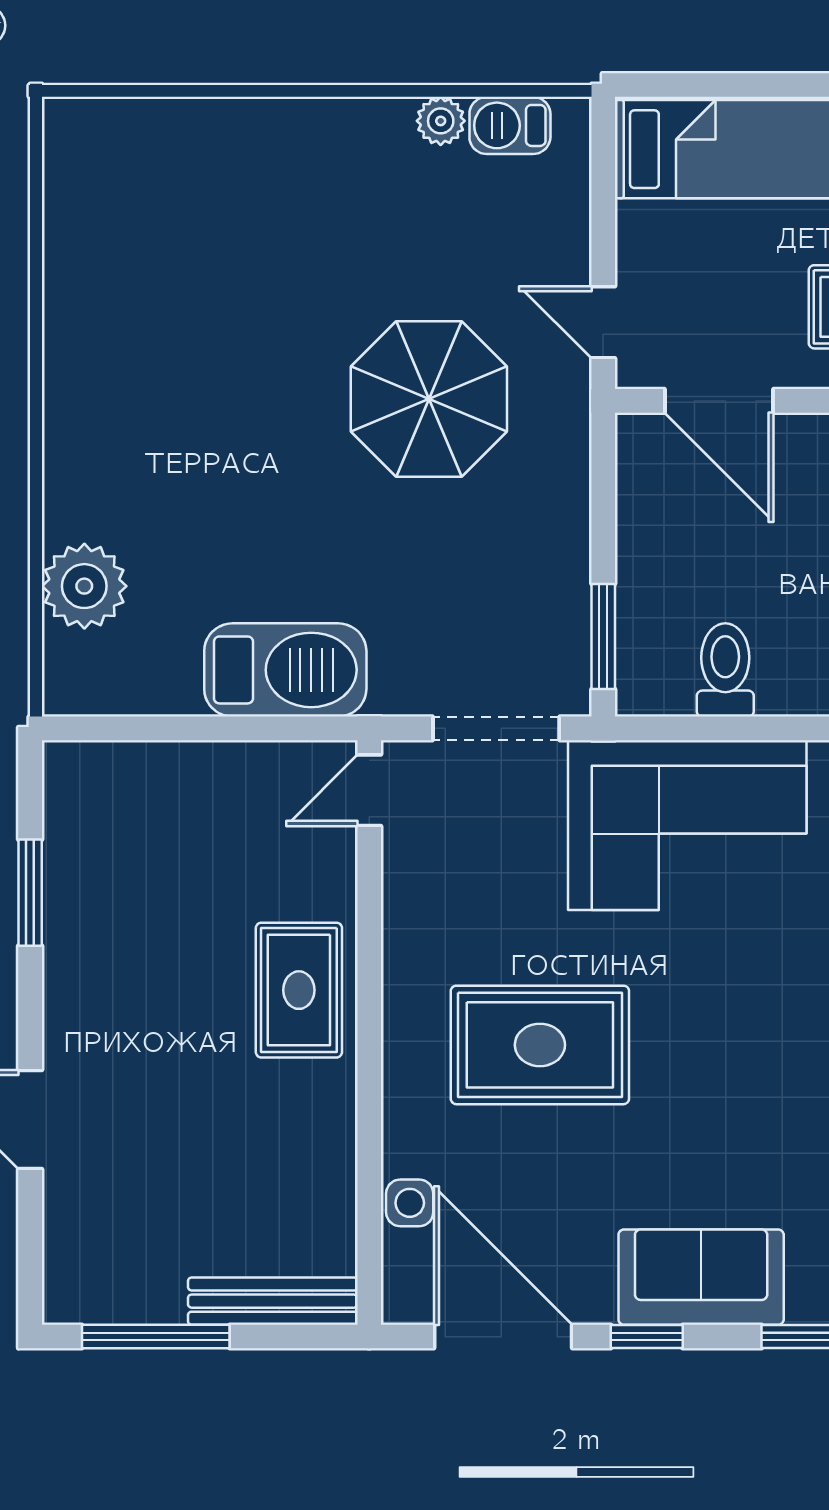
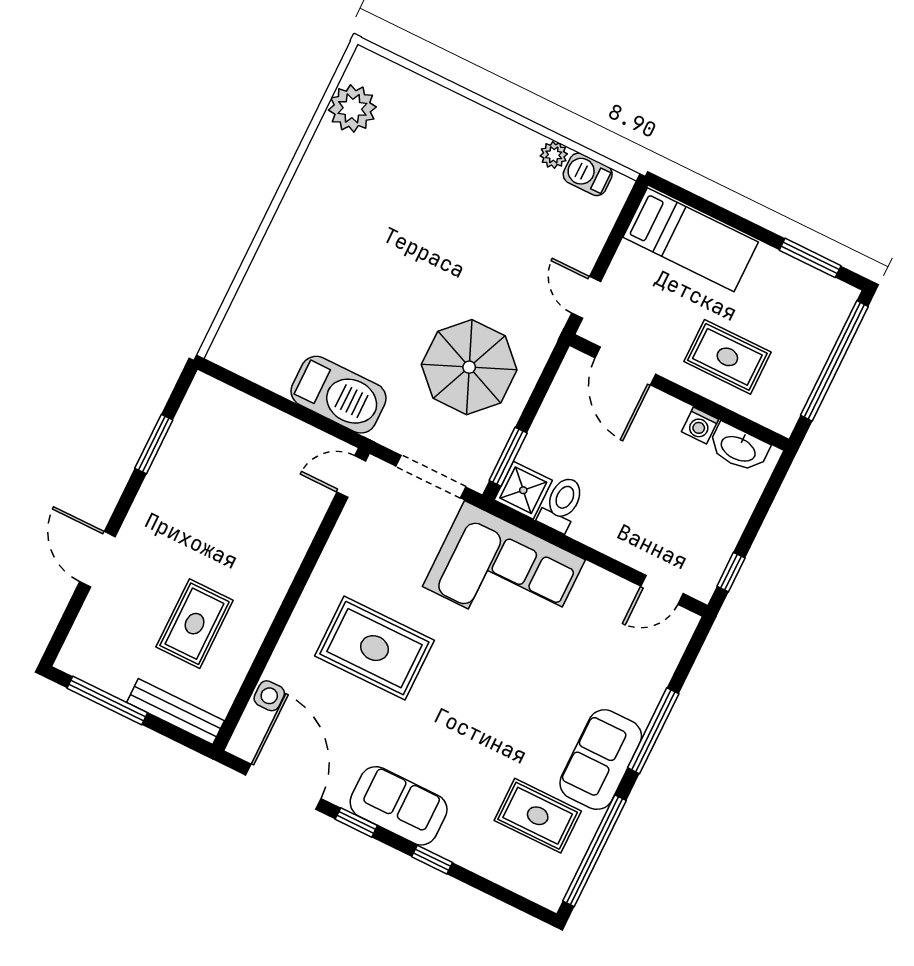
parasol: (429, 399) -> (469, 367), moved
plant: (84, 586) -> (352, 108), moved
shower: (654, 678) -> (523, 490), added
rug: (299, 990) -> (195, 624), moved

